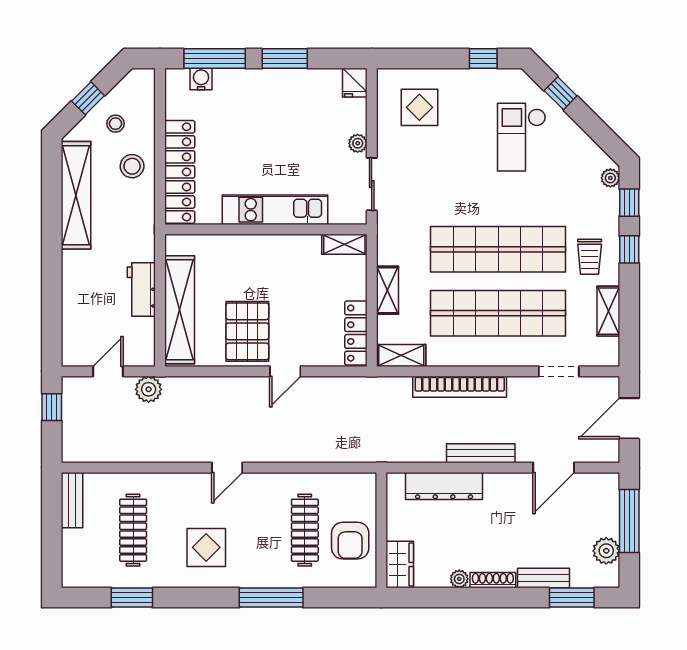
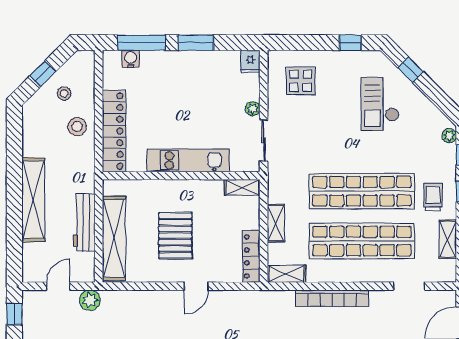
shelving: (76, 195) -> (33, 200), moved
trolley: (590, 257) -> (433, 197), turned 180
workbench: (141, 290) -> (84, 223), width x1.38
pallet: (247, 331) -> (175, 235), moved

